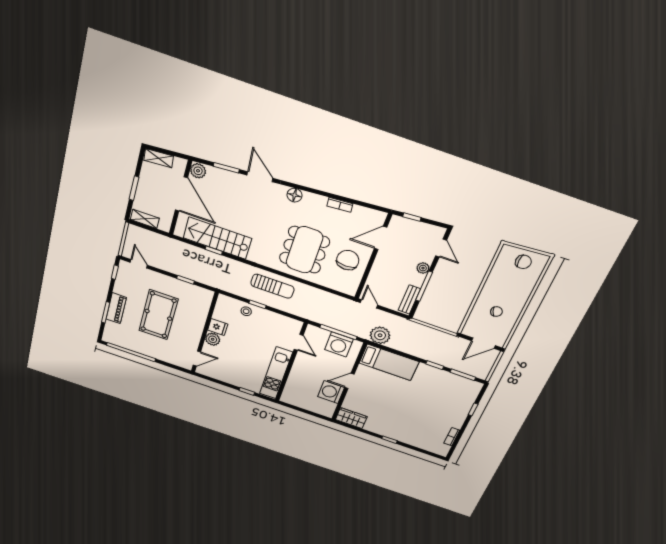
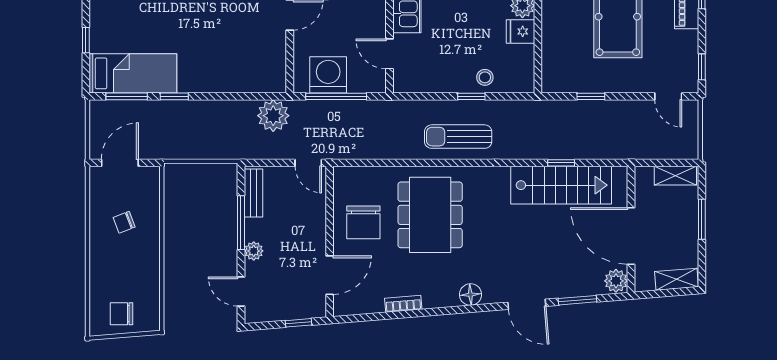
bed: (389, 362) -> (133, 73), moved, turned 180

